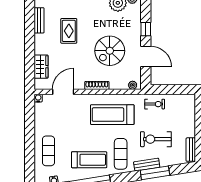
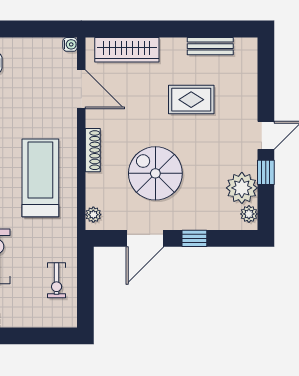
wardrobe: (41, 67) -> (127, 50), width x1.50
exercise bike: (155, 104) -> (57, 280), moved

